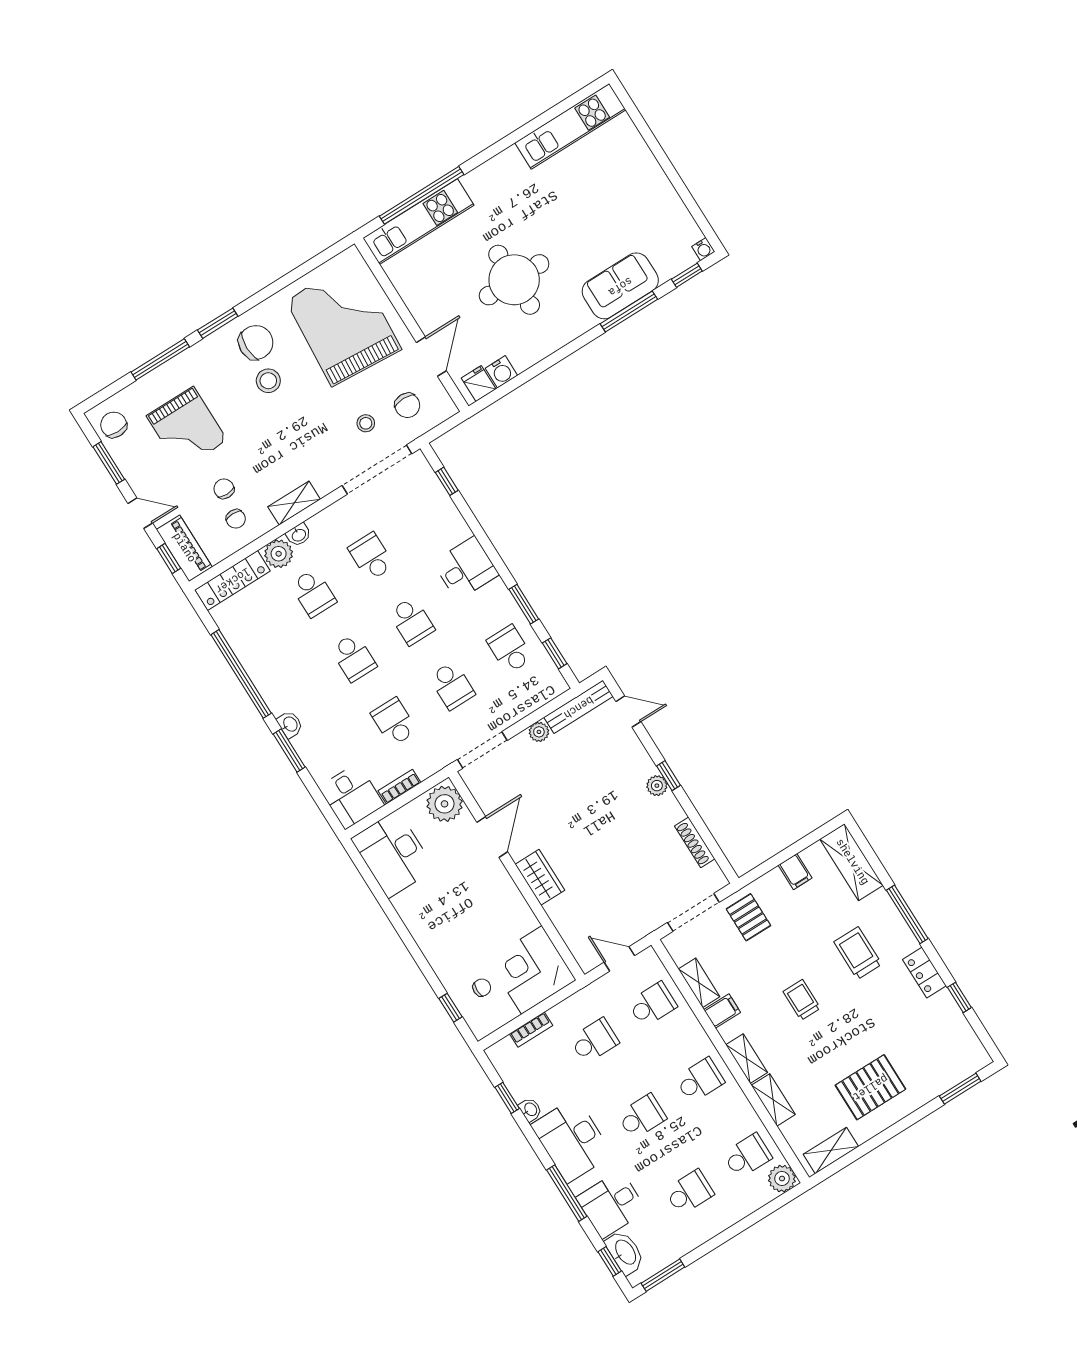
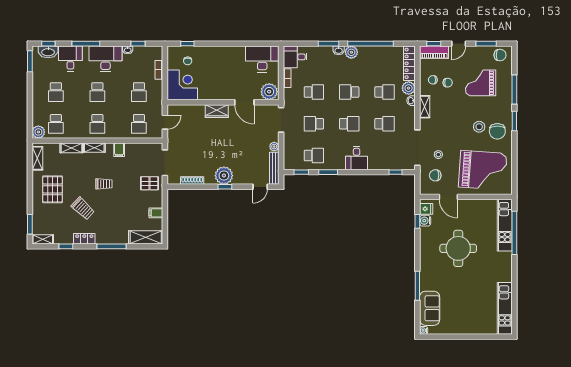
window: (687, 275) -> (417, 221), moved
sofa: (620, 286) -> (430, 308), moved
school desk: (313, 593) -> (385, 92), turned 180
school desk: (412, 621) -> (349, 124), turned 180
plant: (279, 699) -> (351, 52), added
plant: (657, 786) -> (224, 176), width x1.88, depth x1.88
trolley: (858, 953) -> (83, 208), moved, turned 43
shelving: (699, 983) -> (43, 239), moved

